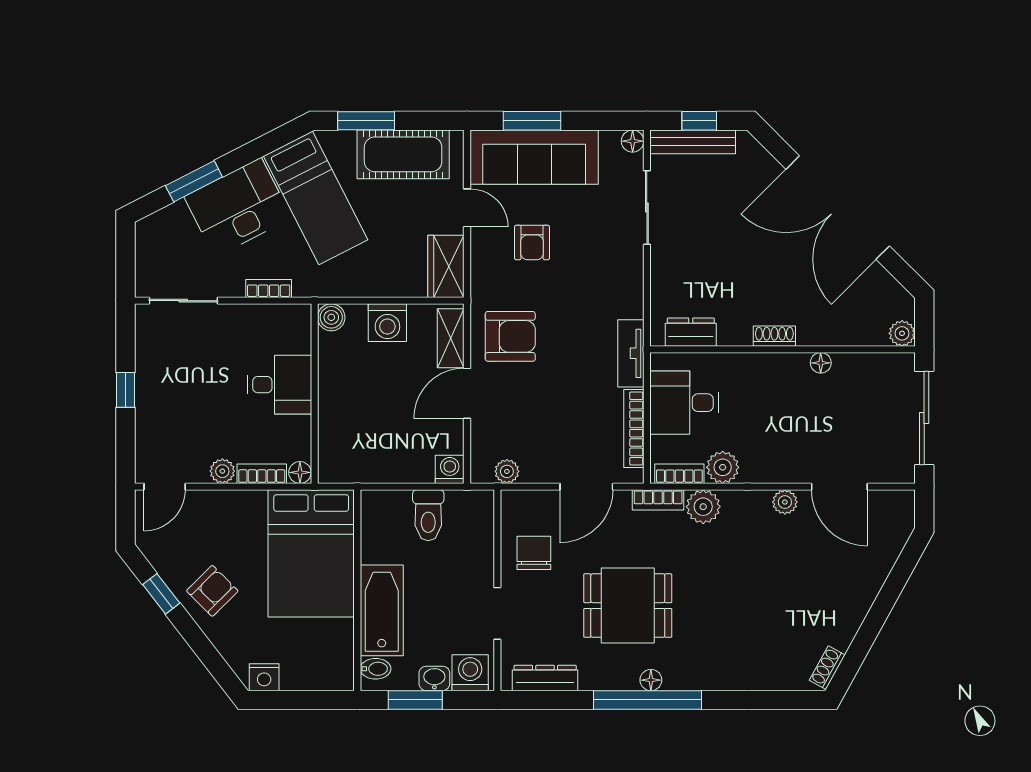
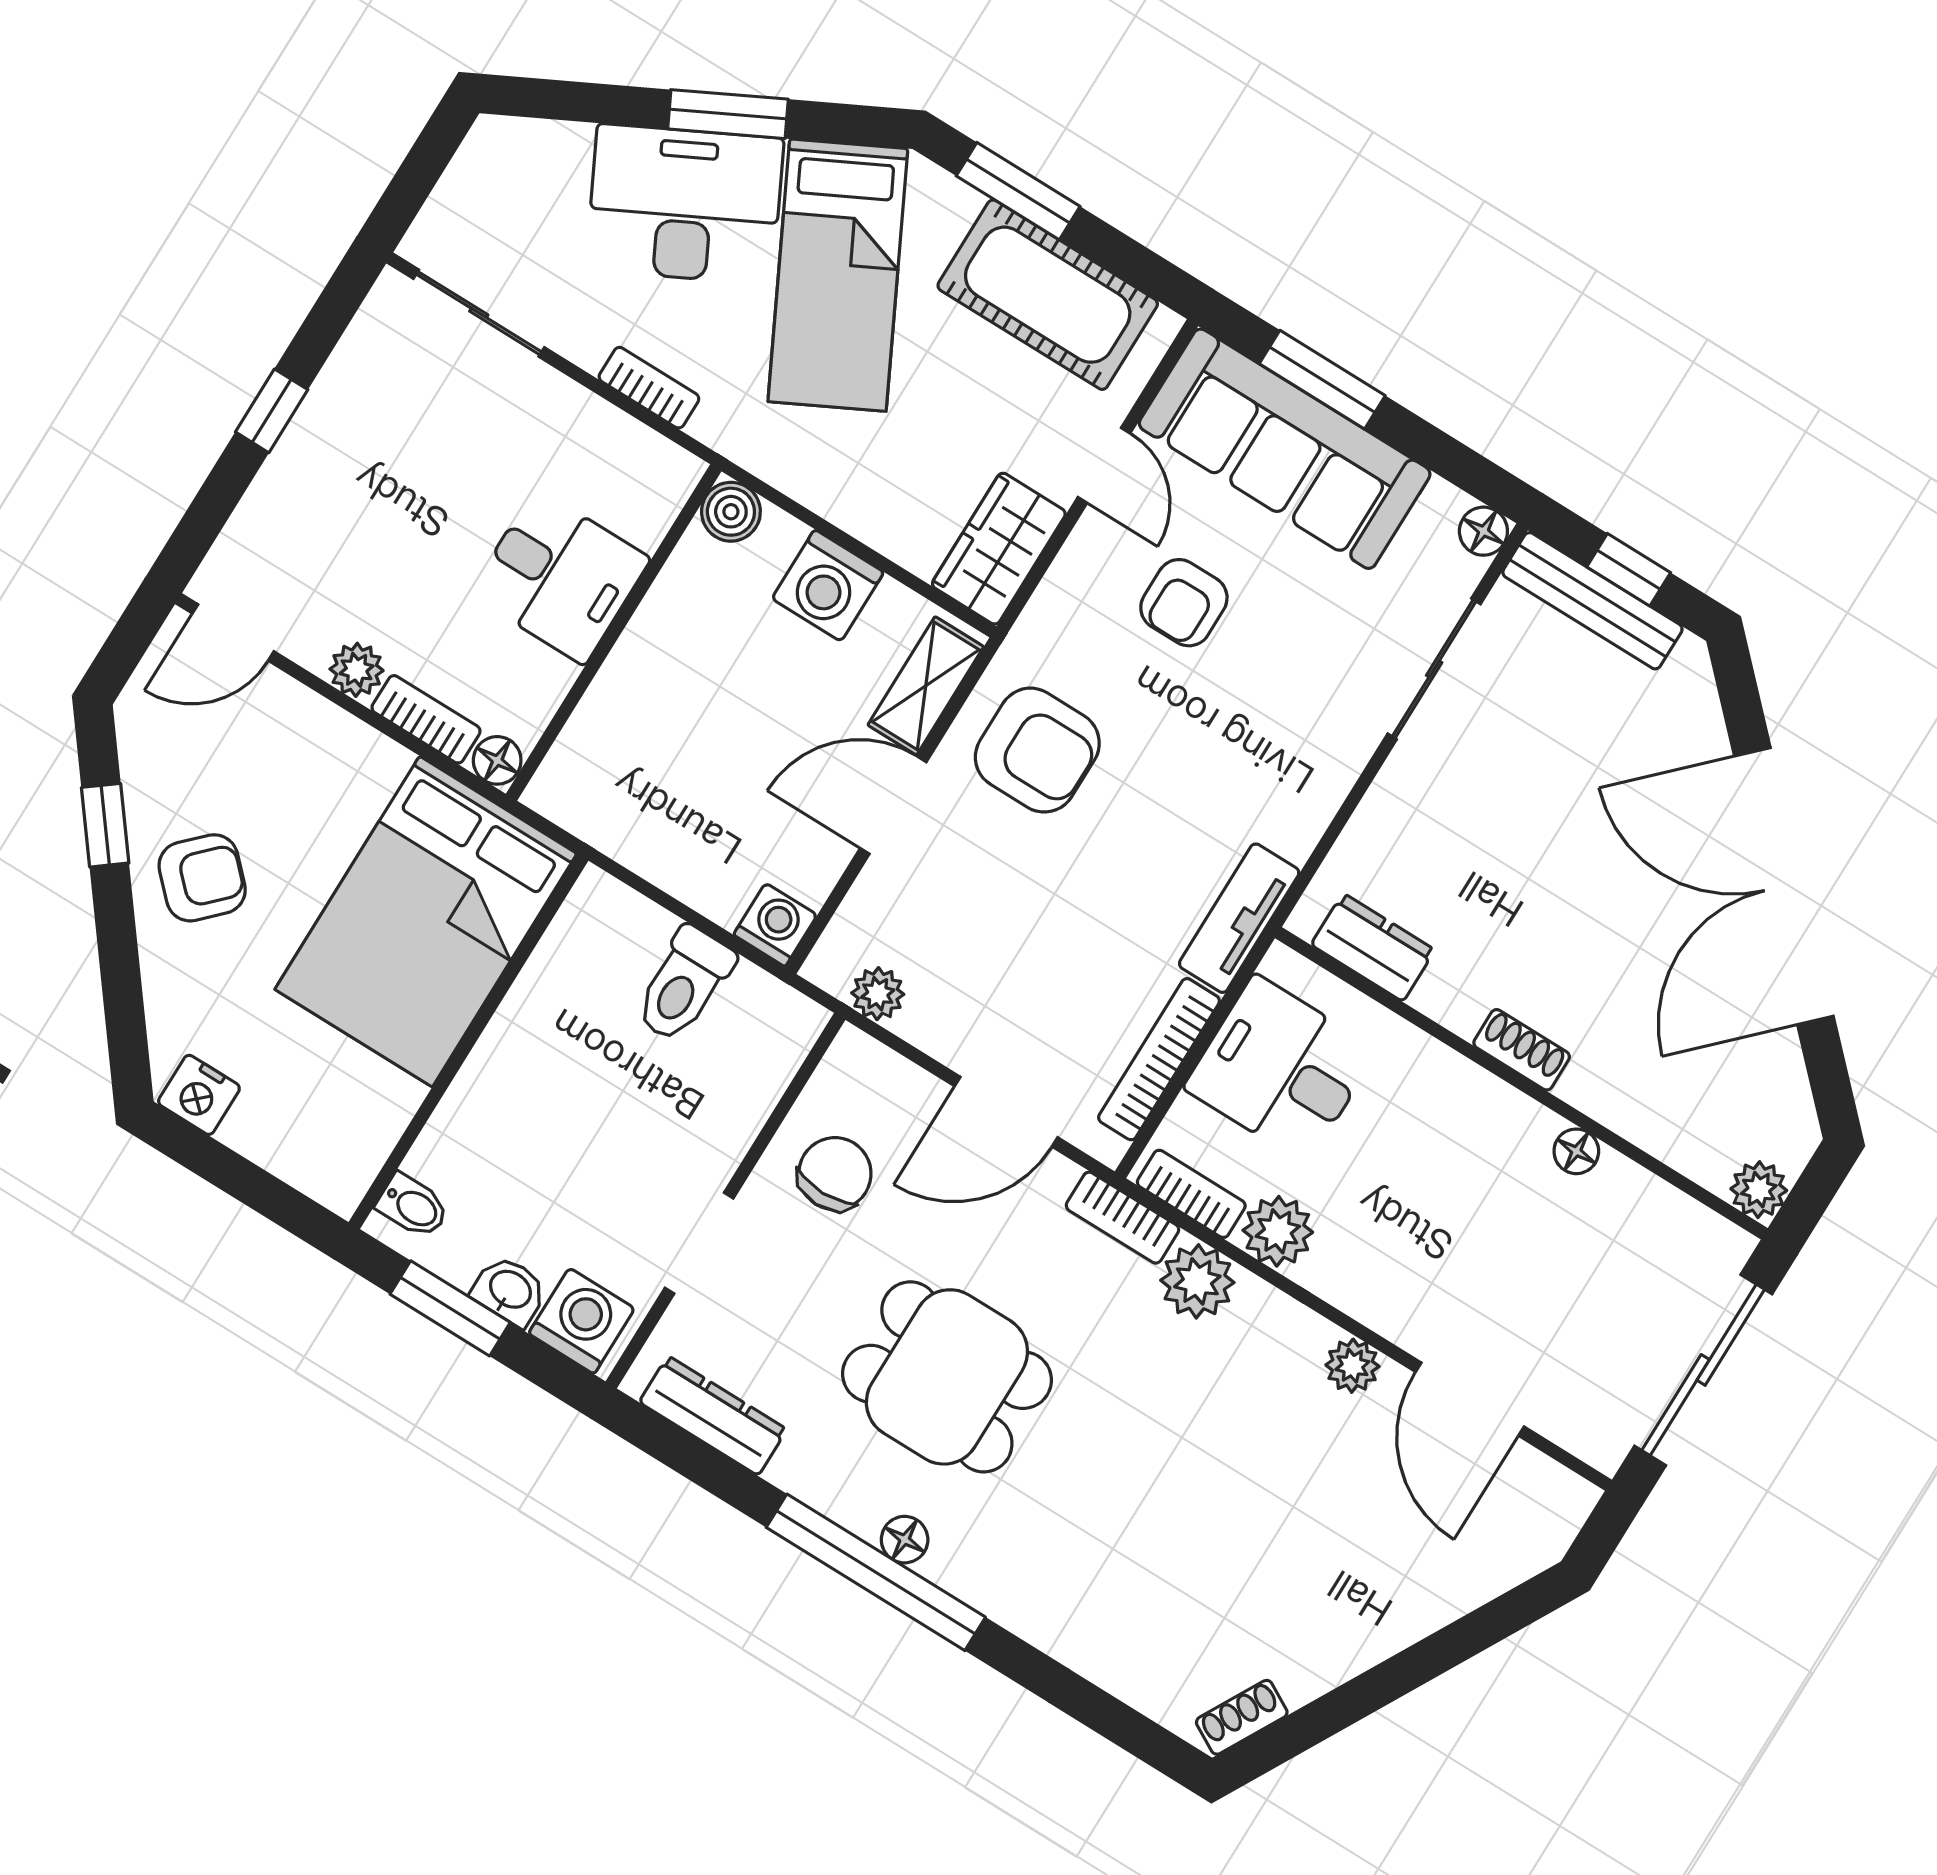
window: (194, 181) -> (728, 114), moved
bathtub: (382, 610) -> (490, 1106), removed

